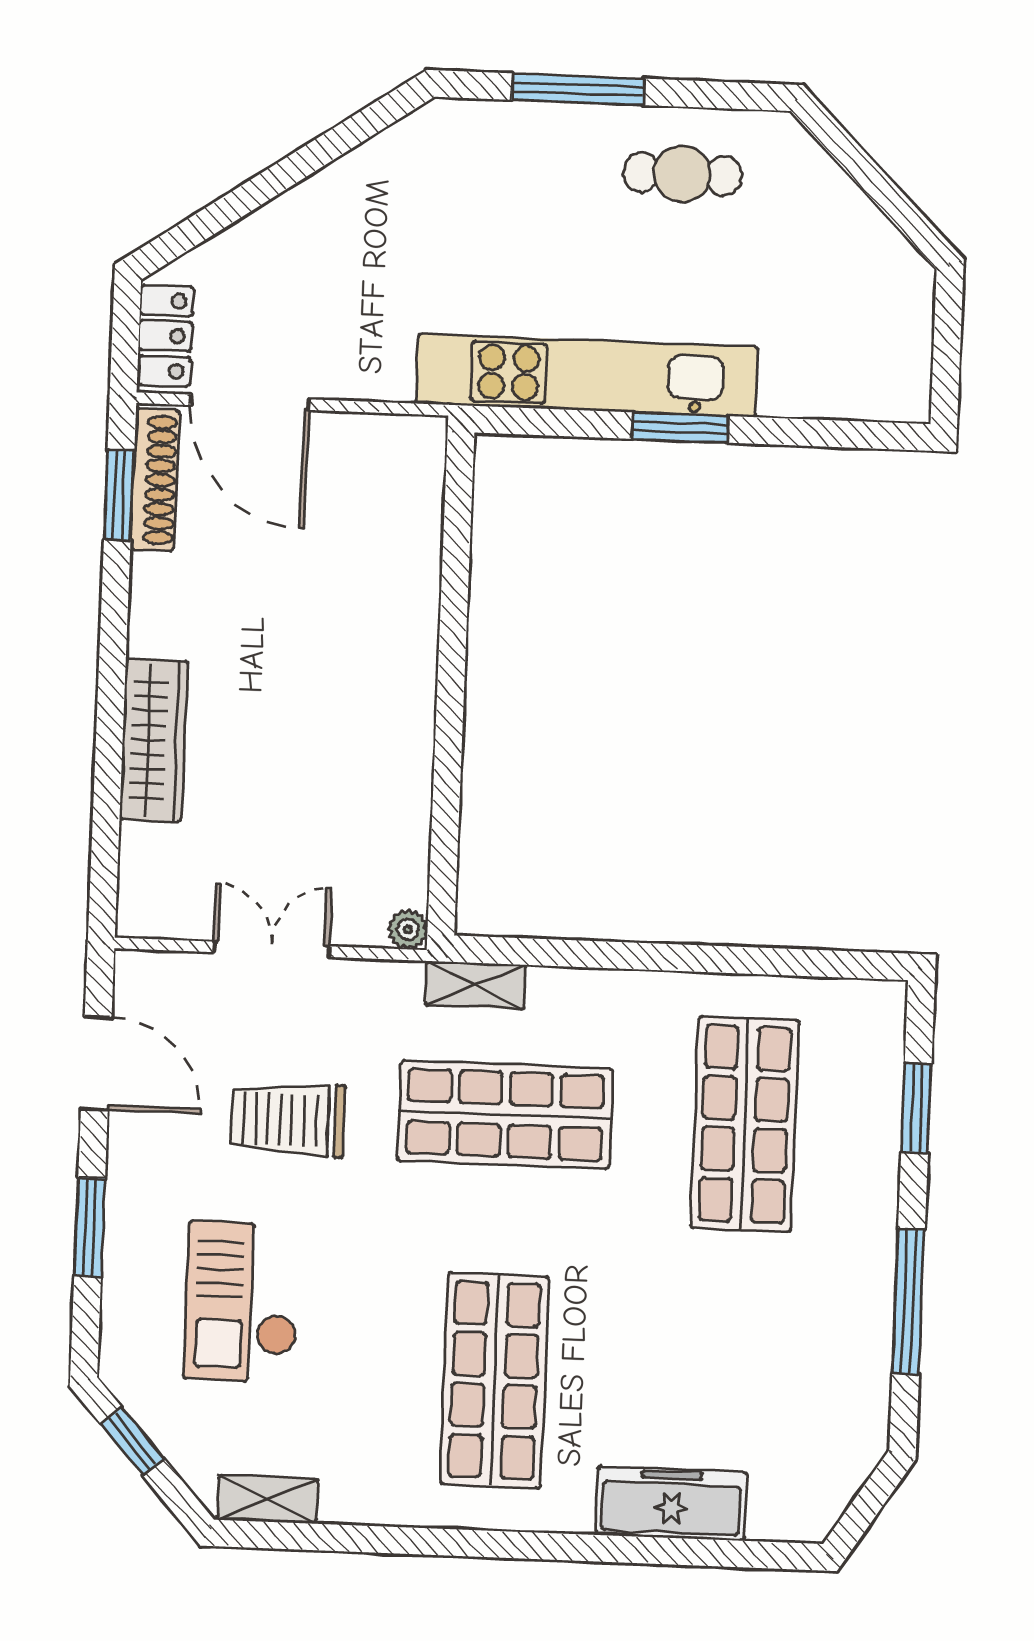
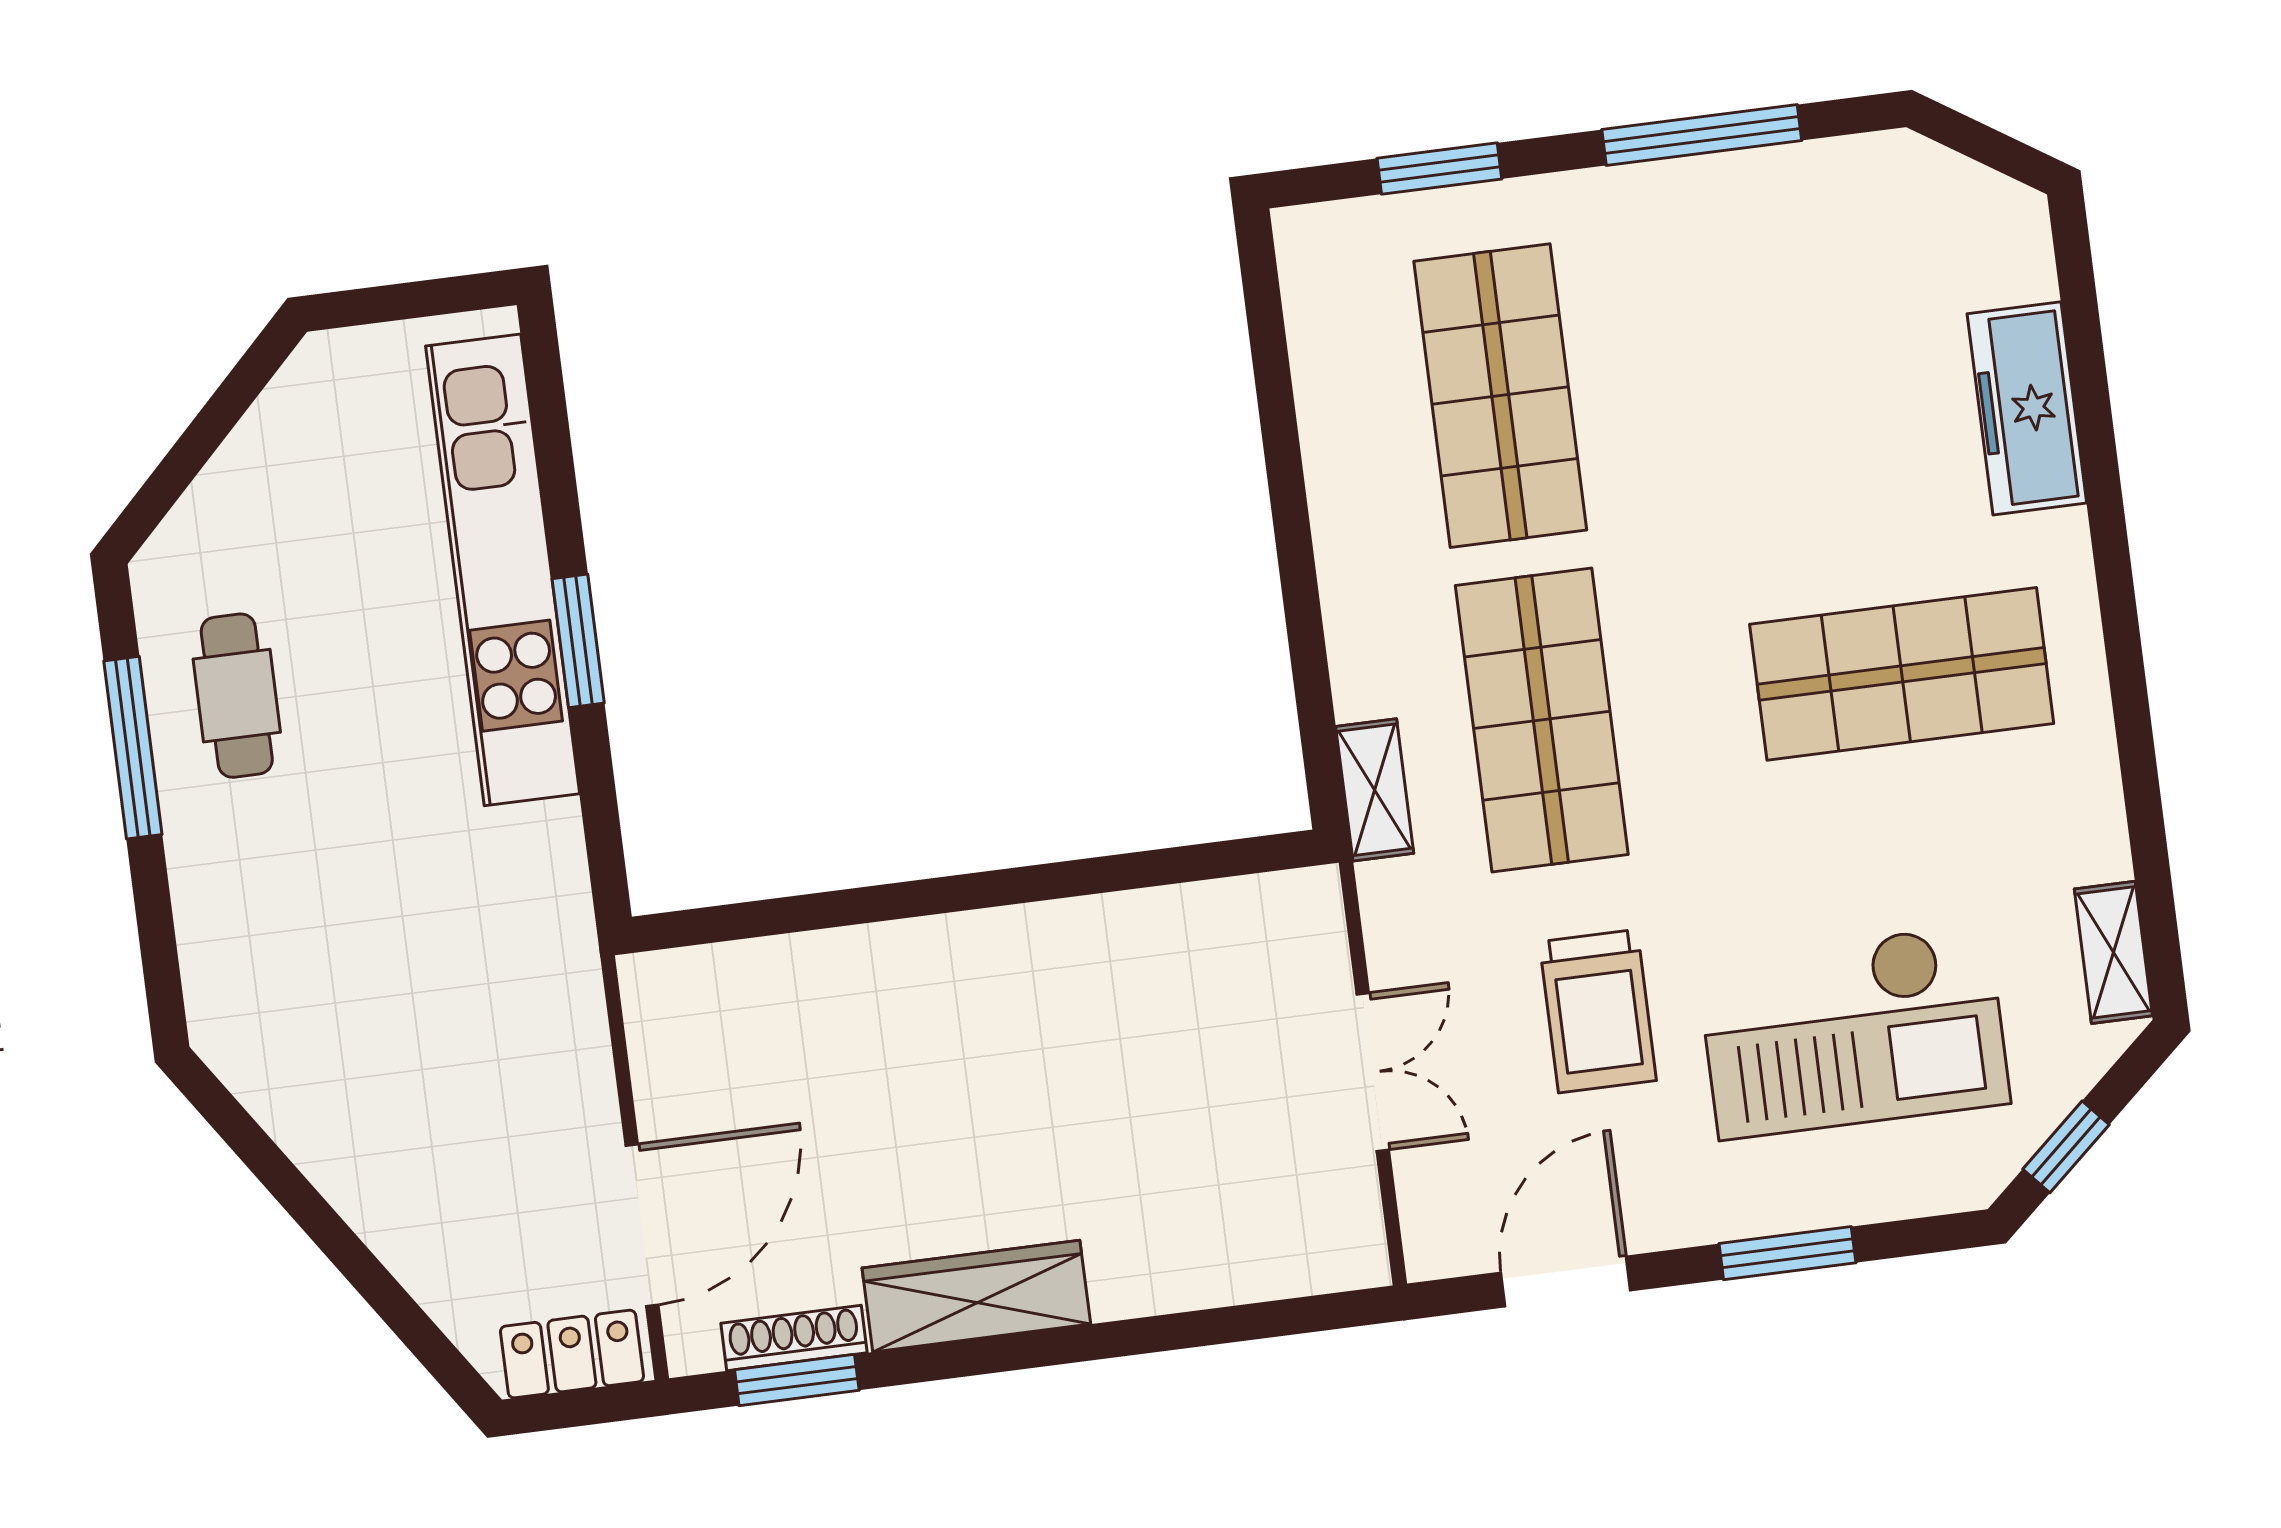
window: (578, 89) -> (133, 748), moved
kitchen unit: (587, 375) -> (503, 570), moved
shoe rack: (155, 480) -> (794, 1338), width x0.74, depth x0.81
wardrobe: (154, 740) -> (976, 1296), moved
plant: (408, 930) -> (1315, 893), removed
double door: (271, 949) -> (1373, 1072), swing flipped
shop shelf: (745, 1124) -> (1500, 396), turned 90
checkout: (242, 1302) -> (1853, 1031), width x1.36, depth x1.21

